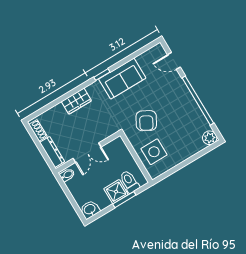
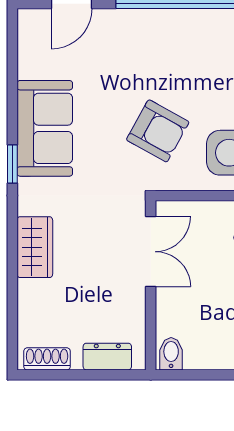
dresser: (52, 152) -> (107, 357), width x0.70
double door: (87, 153) -> (151, 252), moved

